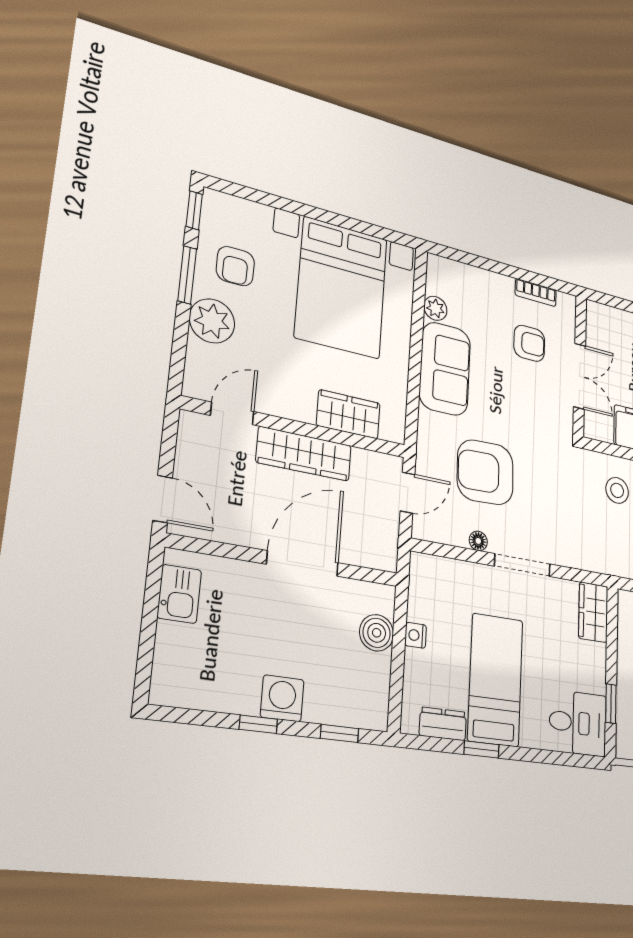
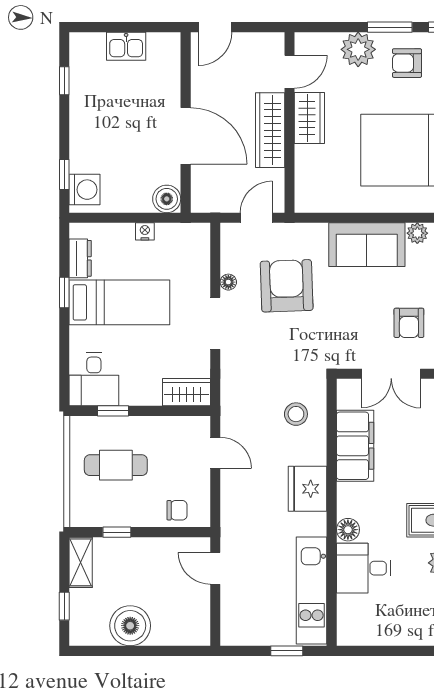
door: (232, 413) -> (290, 72), hinge flipped
wardrobe: (348, 414) -> (309, 118), moved
door: (408, 493) -> (256, 218), swing flipped
kitchen sink: (179, 594) -> (126, 46), moved
boiler: (377, 633) -> (167, 199), moved
washing machine: (282, 698) -> (85, 190), moved
window: (258, 724) -> (64, 81), moved

